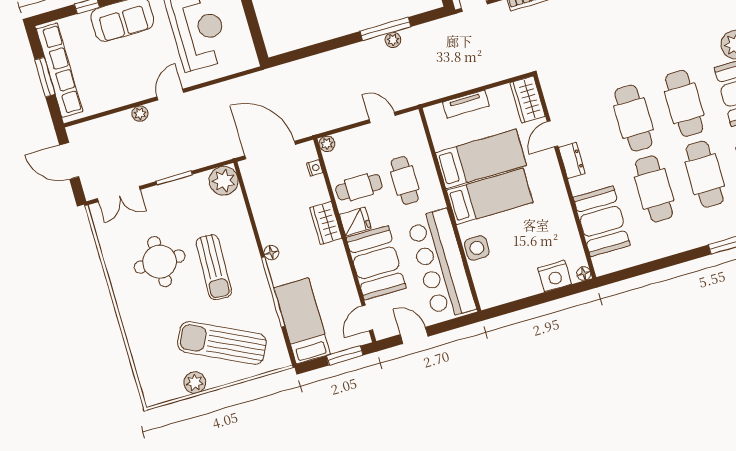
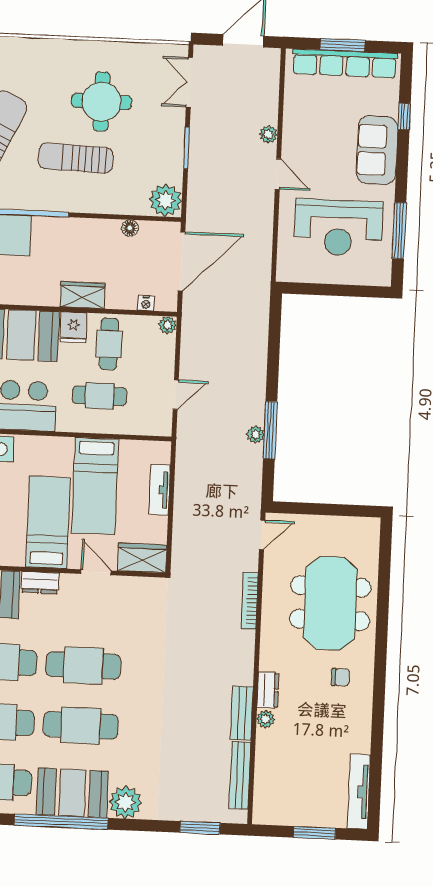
dresser: (572, 160) -> (40, 583), moved
bed: (490, 196) -> (48, 522), moved, turned 180
floor lamp: (271, 253) -> (130, 228), moved

